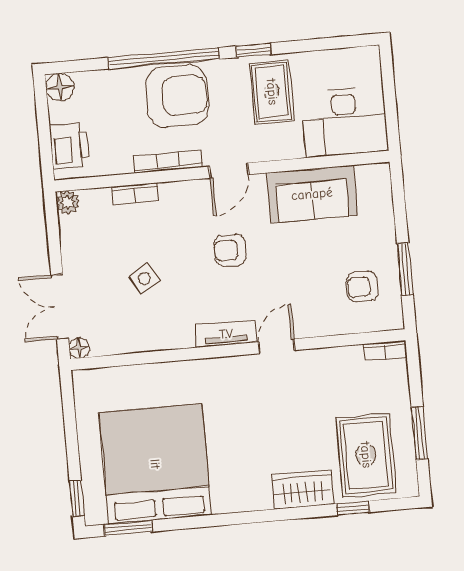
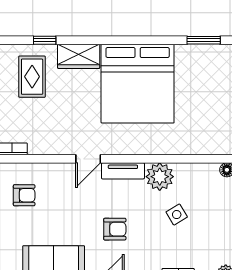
plant: (173, 330) -> (160, 177), added
rug: (366, 455) -> (32, 77), width x0.73, depth x0.70
bed: (155, 464) -> (138, 84), moved

